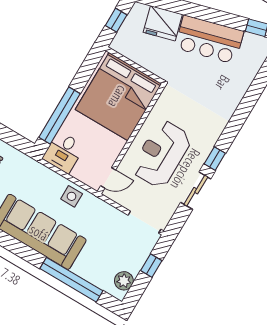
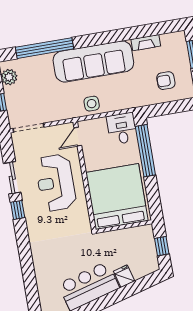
fridge: (163, 23) -> (124, 276), width x0.53, depth x0.75
reception desk: (161, 154) -> (56, 183), turned 180

